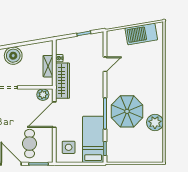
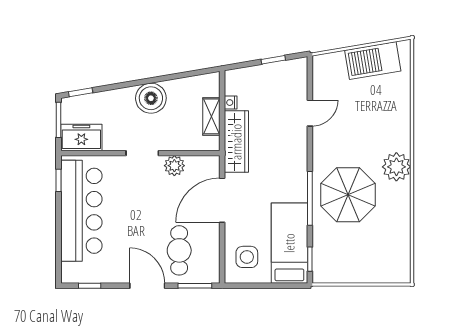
plant: (43, 95) -> (174, 166), moved
plant: (155, 122) -> (396, 167), moved

